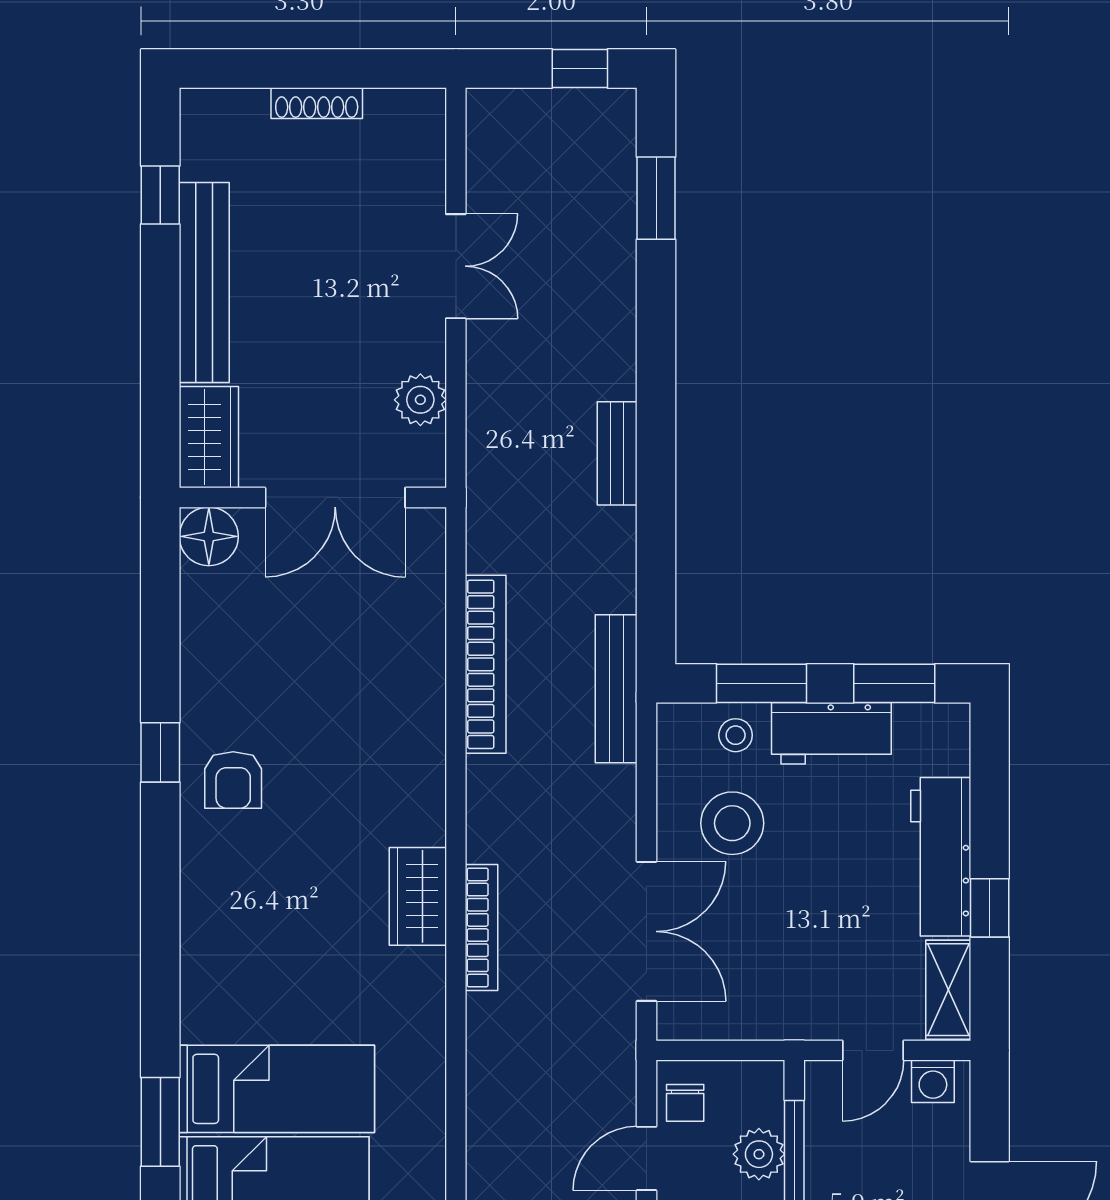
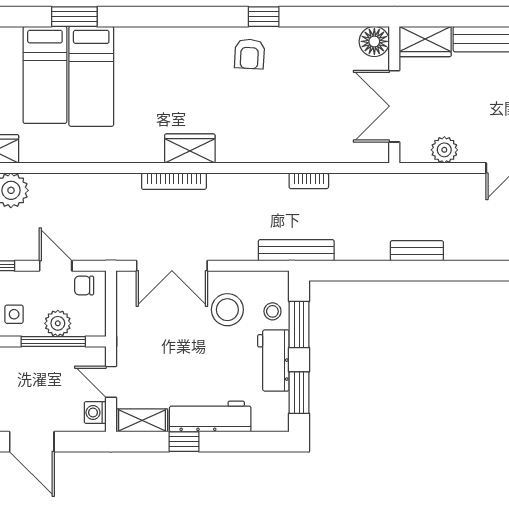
bookcase: (486, 664) -> (309, 181), width x0.43, depth x0.76
armchair: (233, 780) -> (249, 54), turned -87

